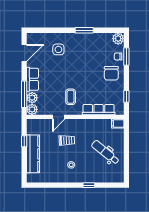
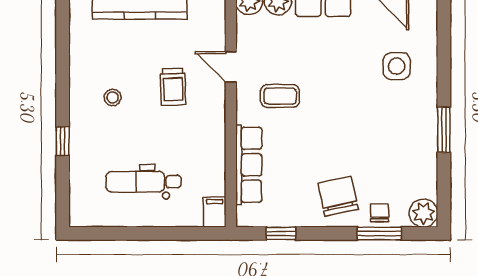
chair: (111, 73) -> (338, 196), turned 78
dental chair: (105, 152) -> (143, 182), turned -129

